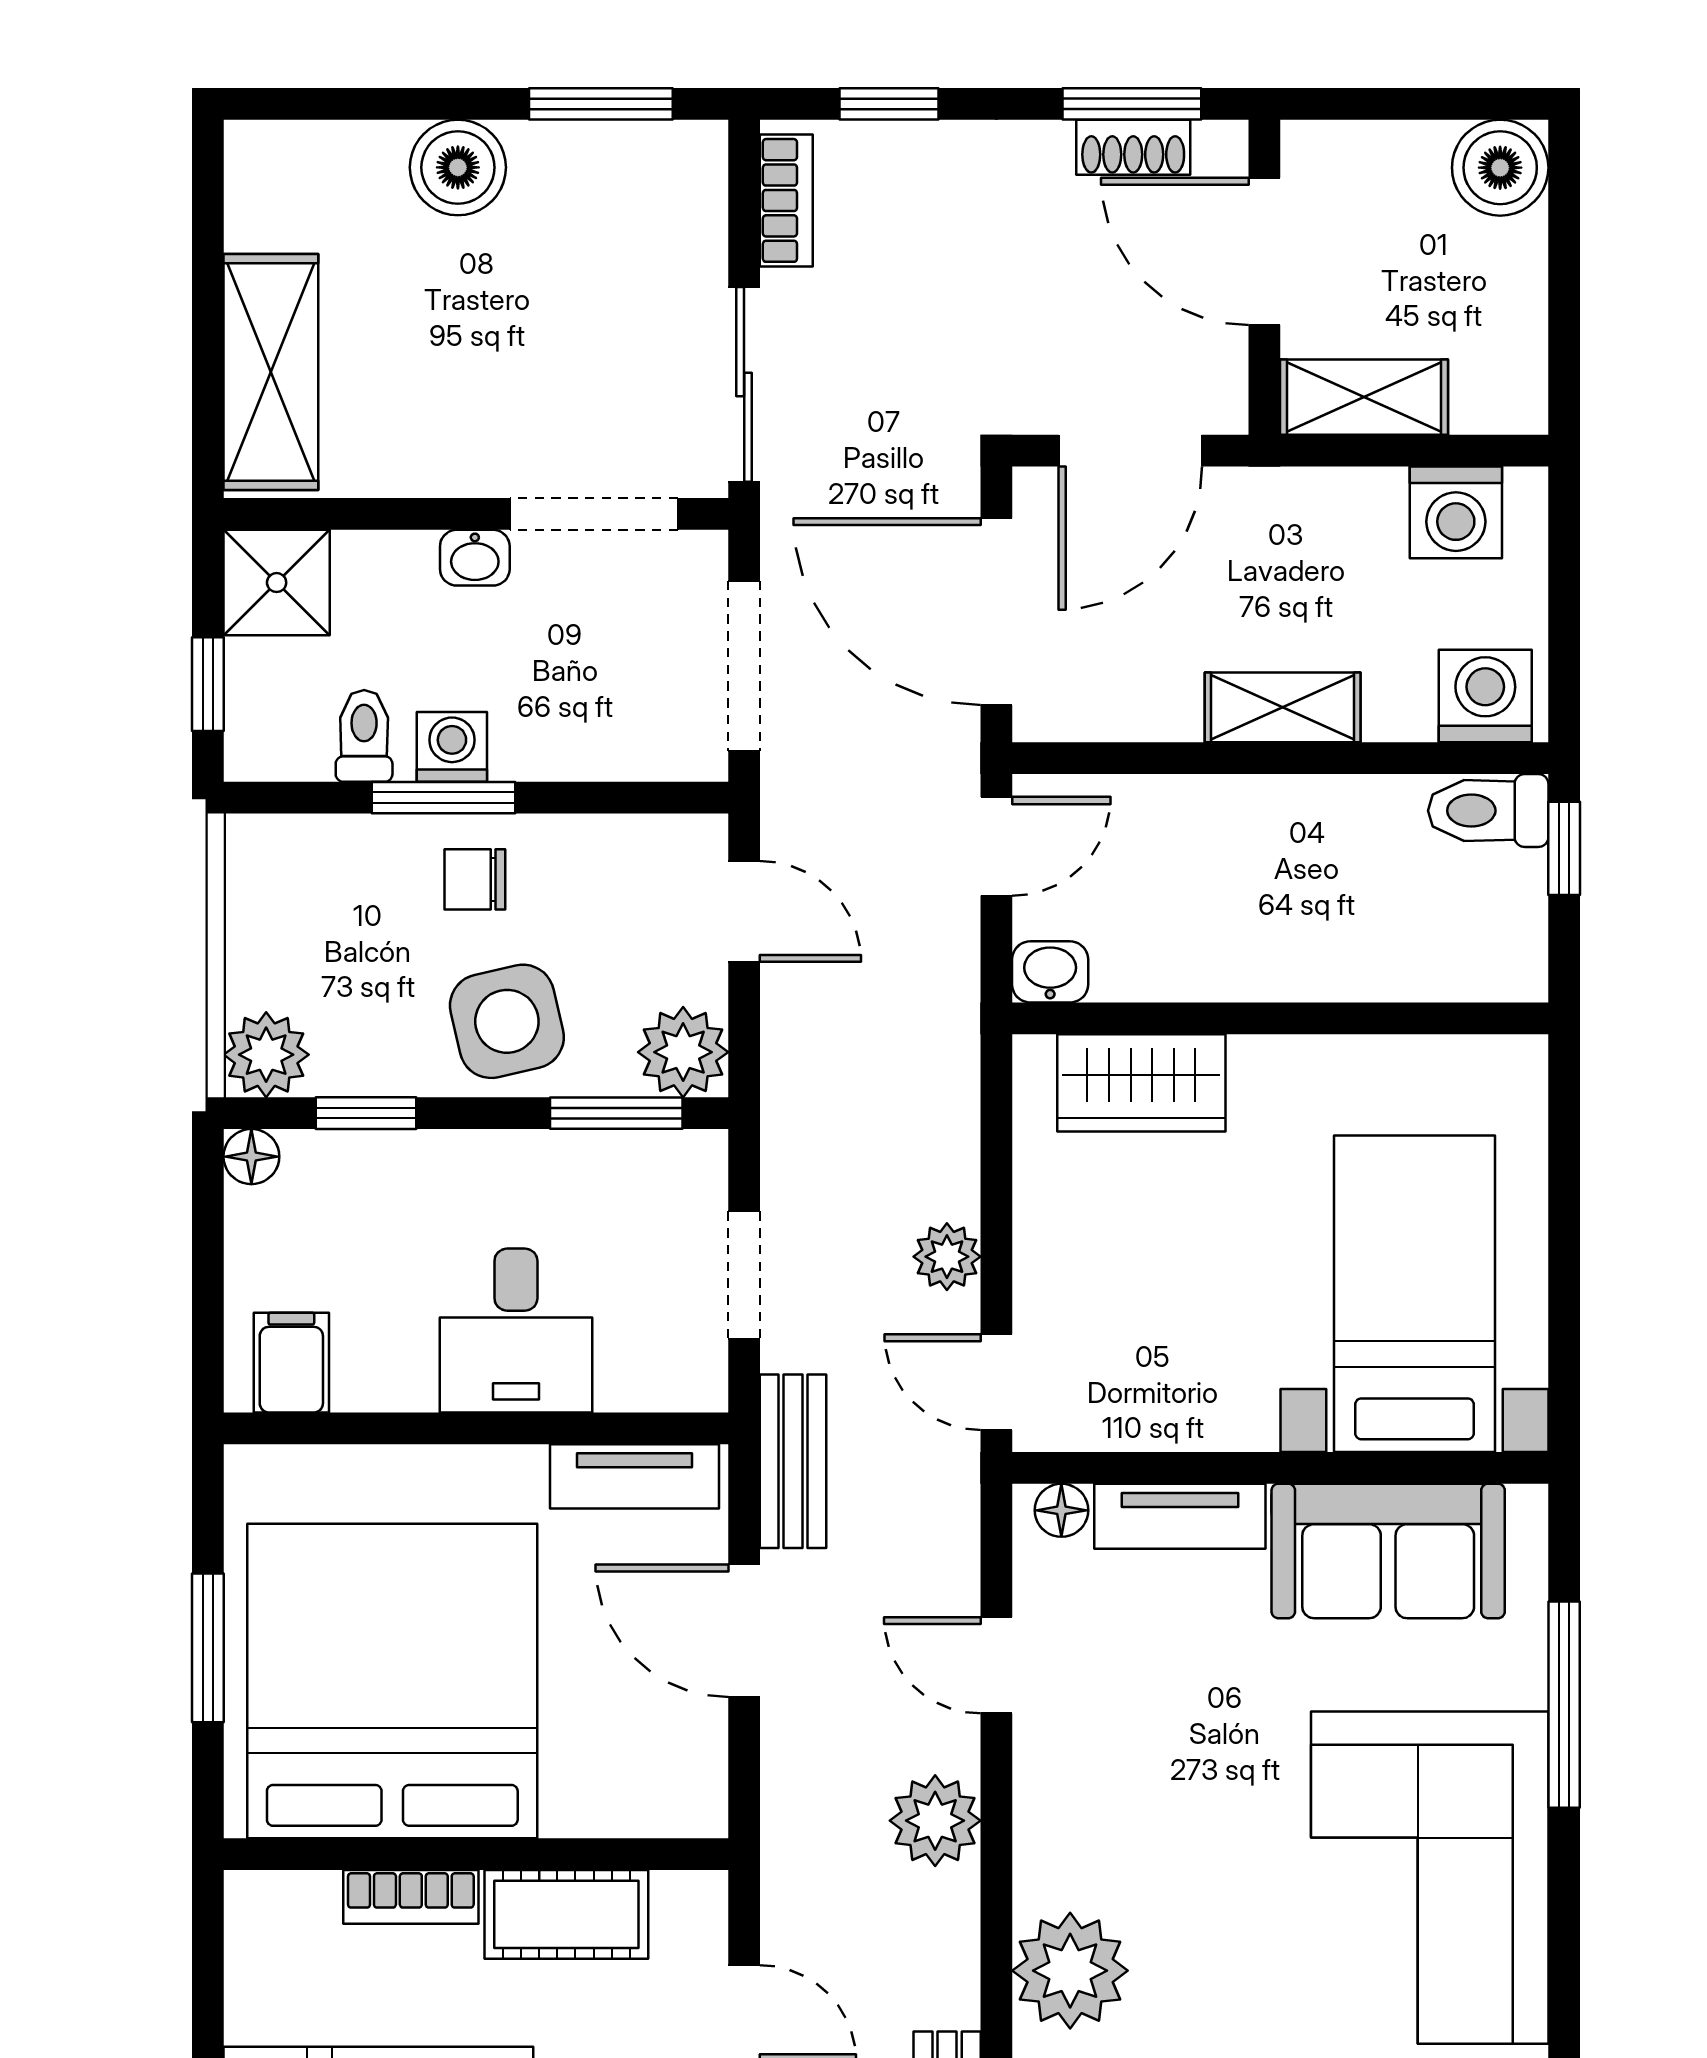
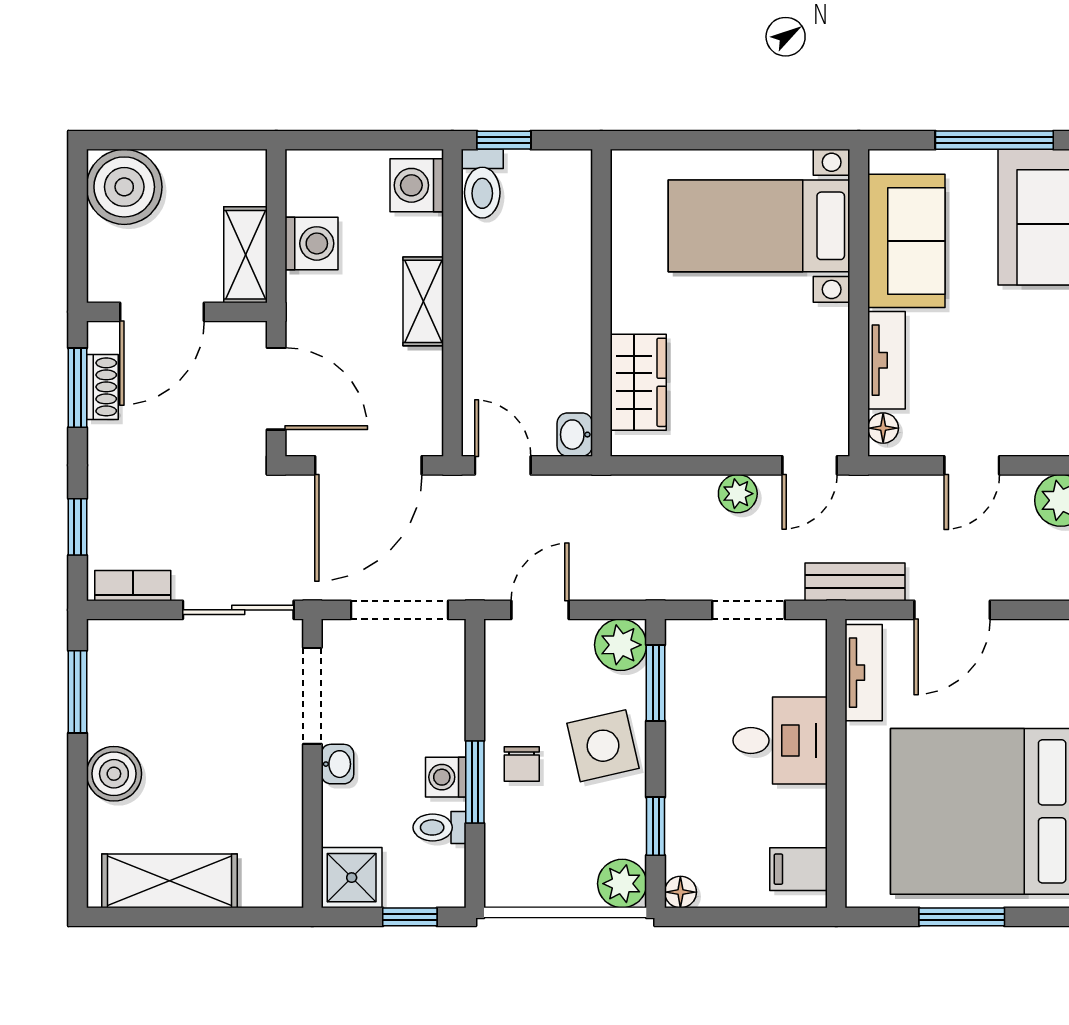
boiler: (1500, 168) -> (124, 187), width x1.37, depth x1.37
shelving: (271, 372) -> (170, 881), moved
washing machine: (1456, 512) -> (312, 243), moved

